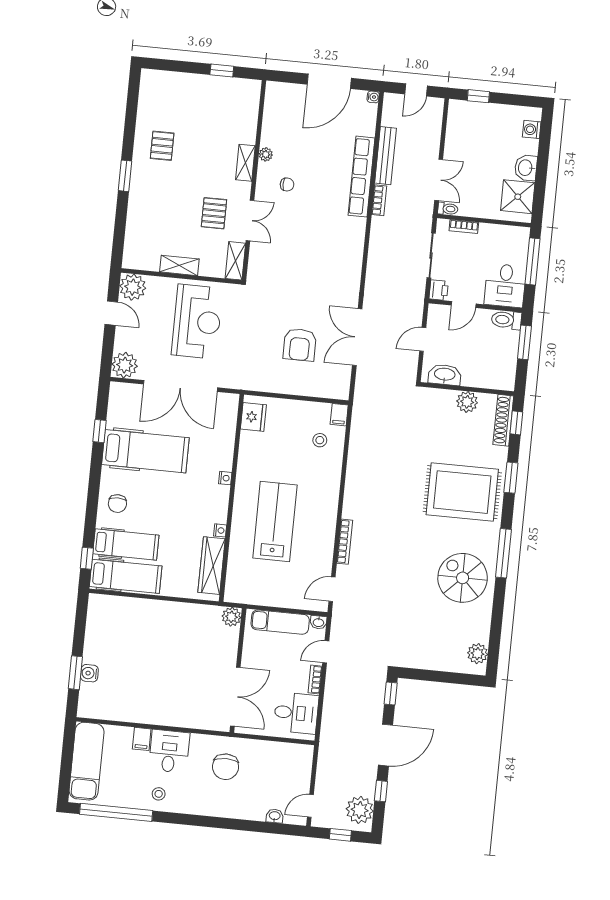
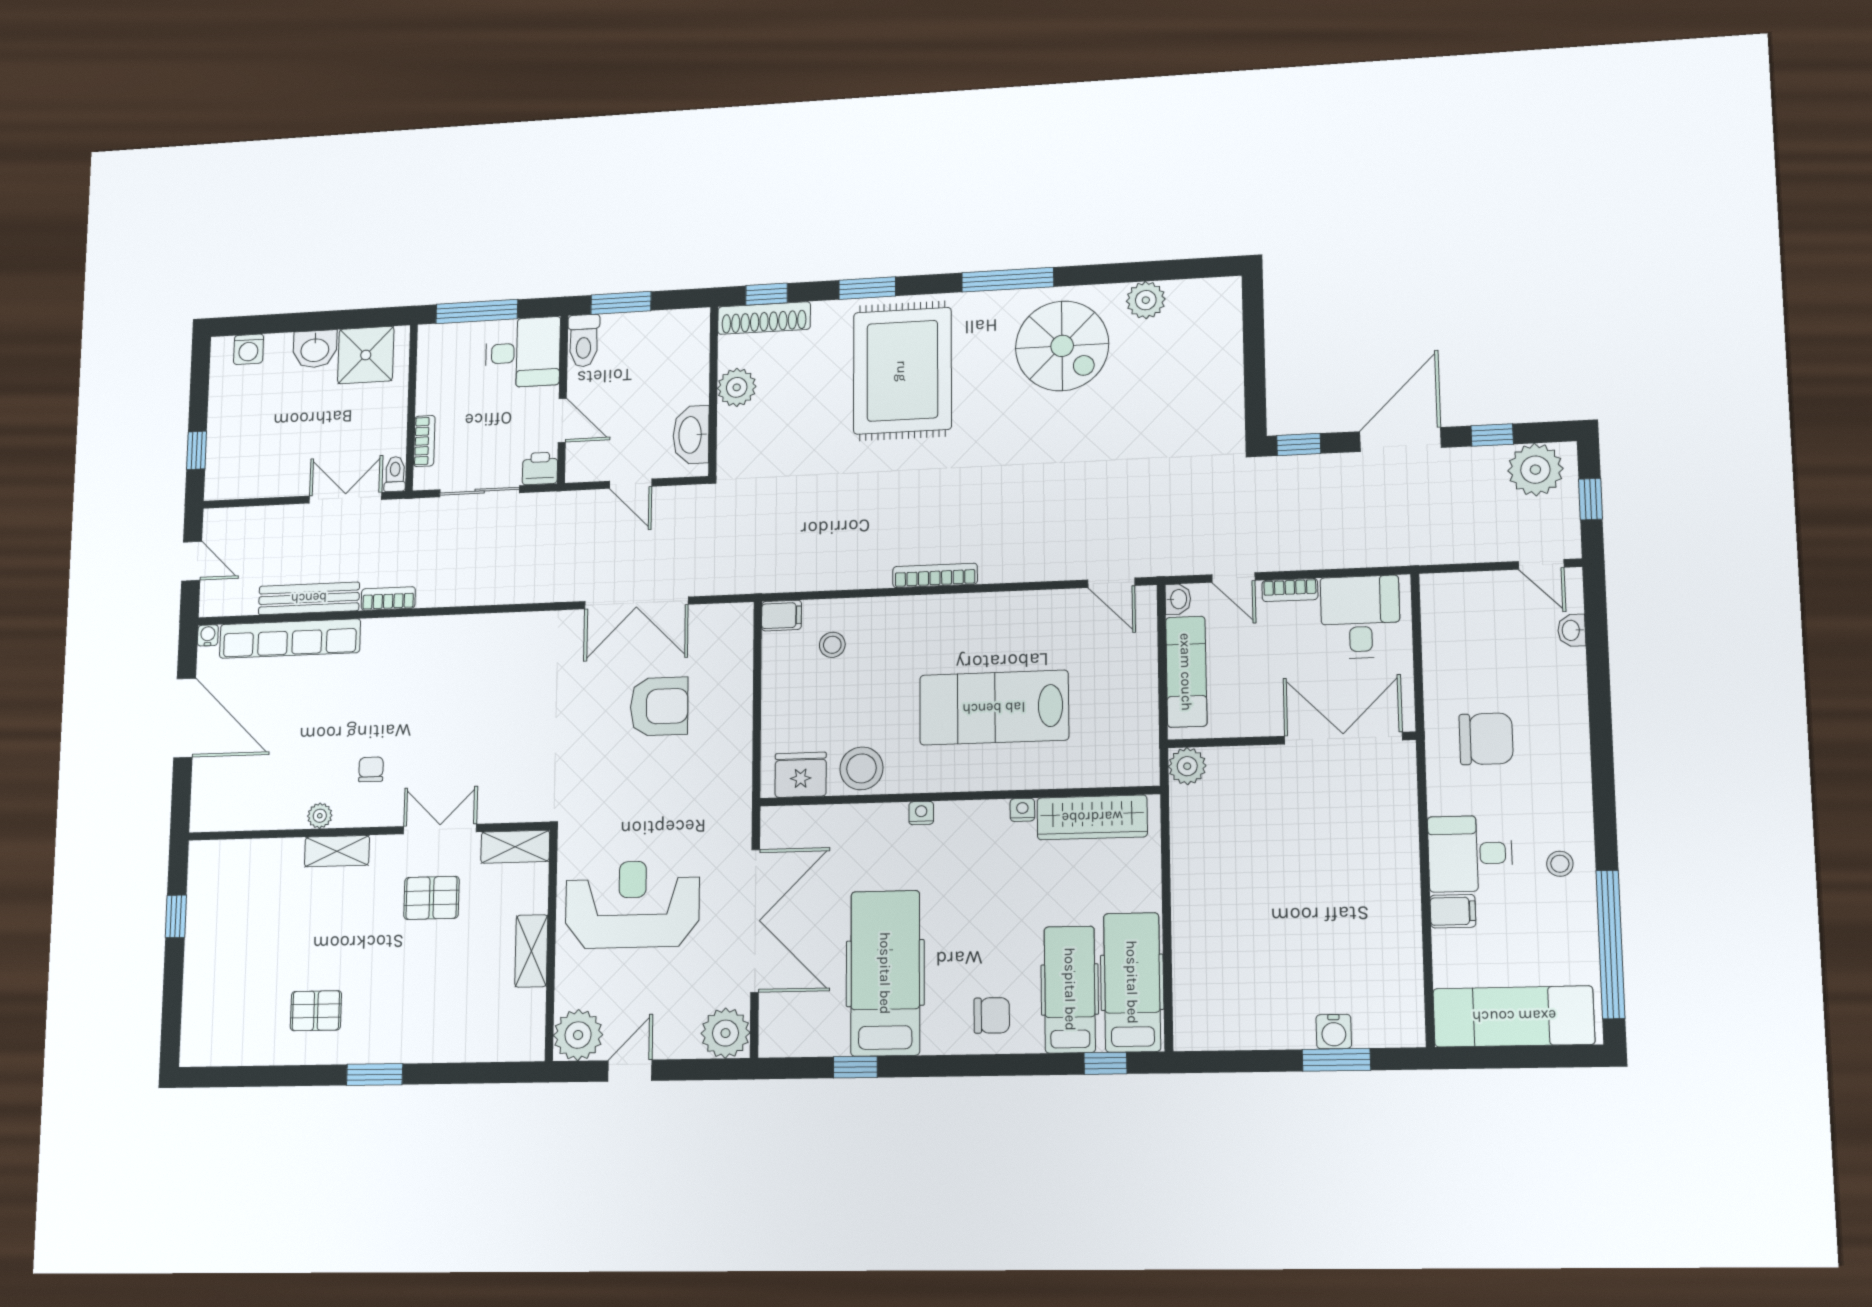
row of seats: (361, 177) -> (290, 639), moved
stool: (252, 449) -> (861, 768), added
bookcase: (345, 542) -> (935, 575), moved
spiral stairs: (463, 578) -> (1062, 346), turned -90
plant: (478, 654) -> (1146, 300), moved
door: (386, 745) -> (1400, 440), hinge flipped

